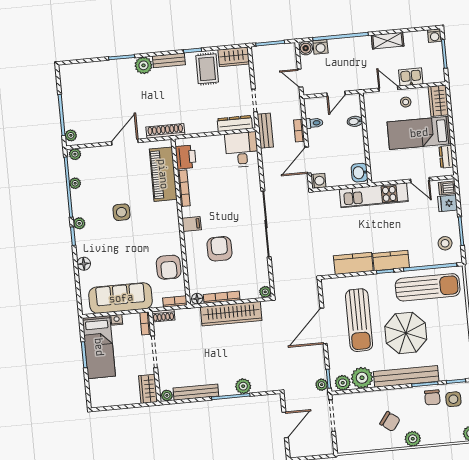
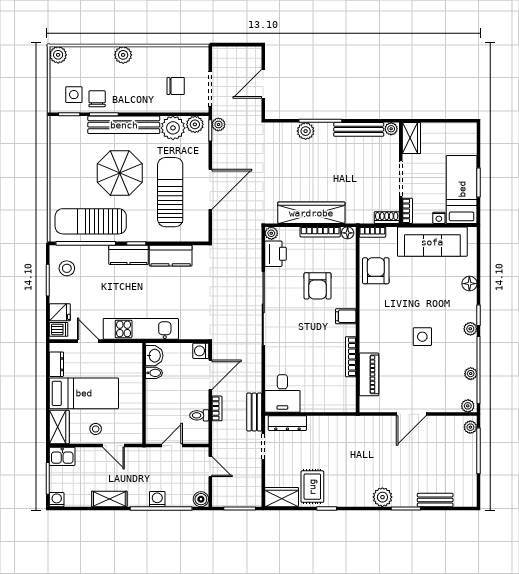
washing machine: (320, 47) -> (157, 499), moved
bench: (169, 60) -> (435, 500), moved
kitchen sink: (411, 77) -> (62, 456), moved
bidet: (355, 121) -> (154, 373), moved
shoe rack: (165, 131) -> (365, 422), removed
printer: (186, 157) -> (275, 254), moved, turned 180
piano: (163, 174) -> (369, 374), width x0.73, depth x0.75
chair: (390, 422) -> (176, 86), moved, turned 143

